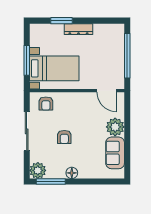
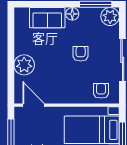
sofa: (115, 153) -> (47, 18), moved, turned 90

